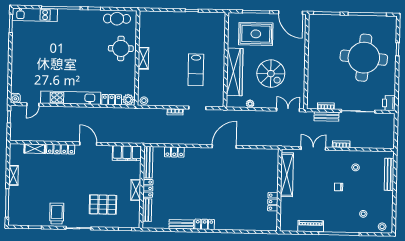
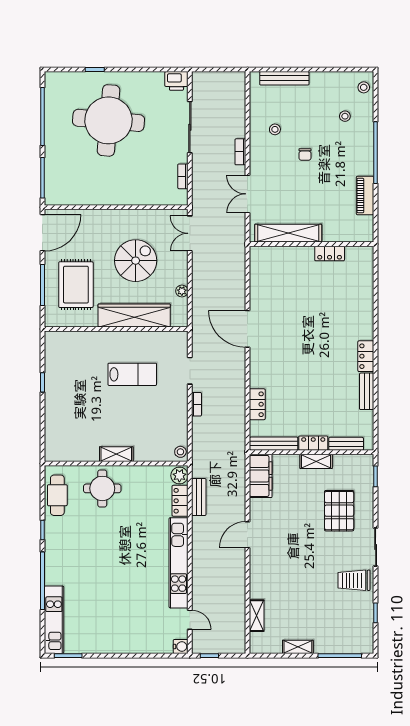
bench: (326, 117) -> (199, 497), moved
locker: (61, 149) -> (257, 576), removed

